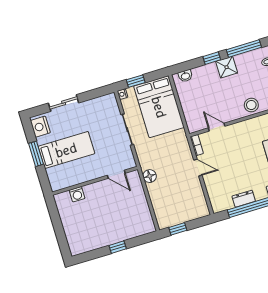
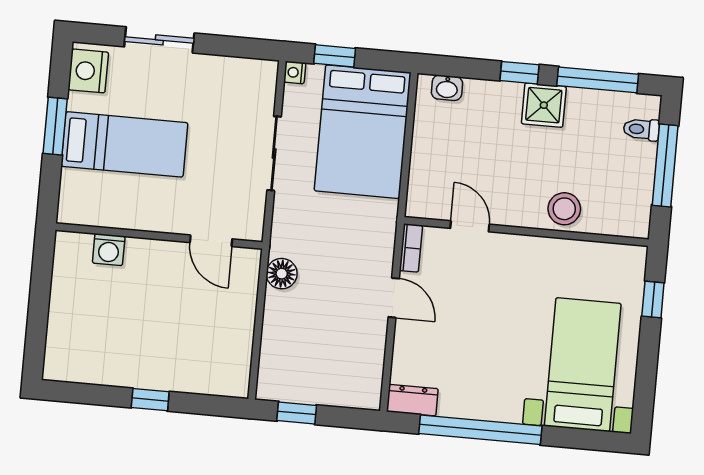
dresser: (244, 199) -> (412, 400), moved

